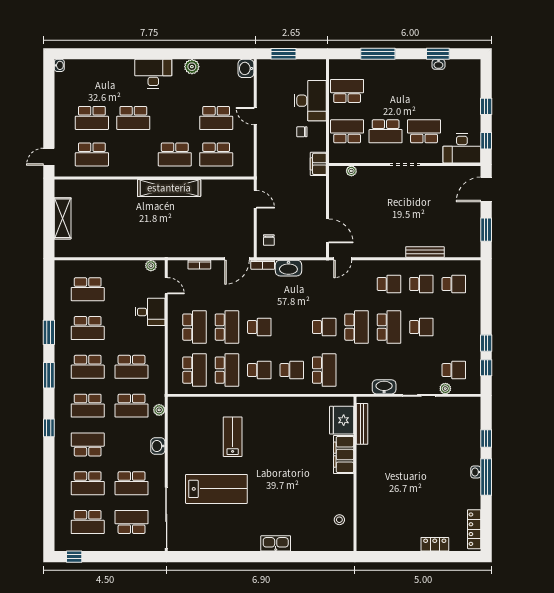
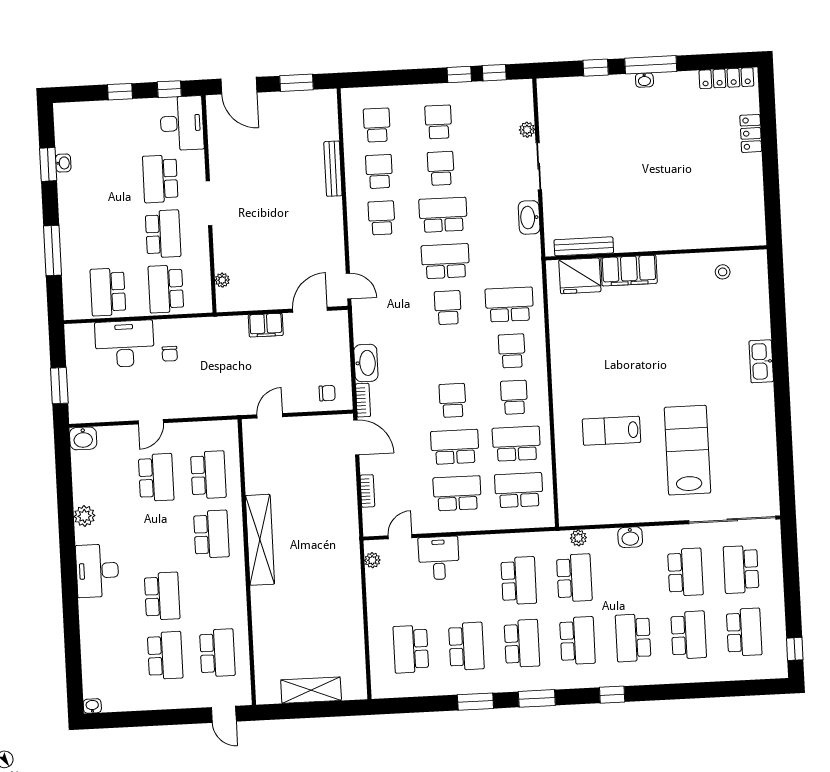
filing cabinet: (318, 164) -> (266, 325), moved
school desk: (88, 289) -> (411, 649), turned 180
school desk: (454, 370) -> (438, 122), moved

